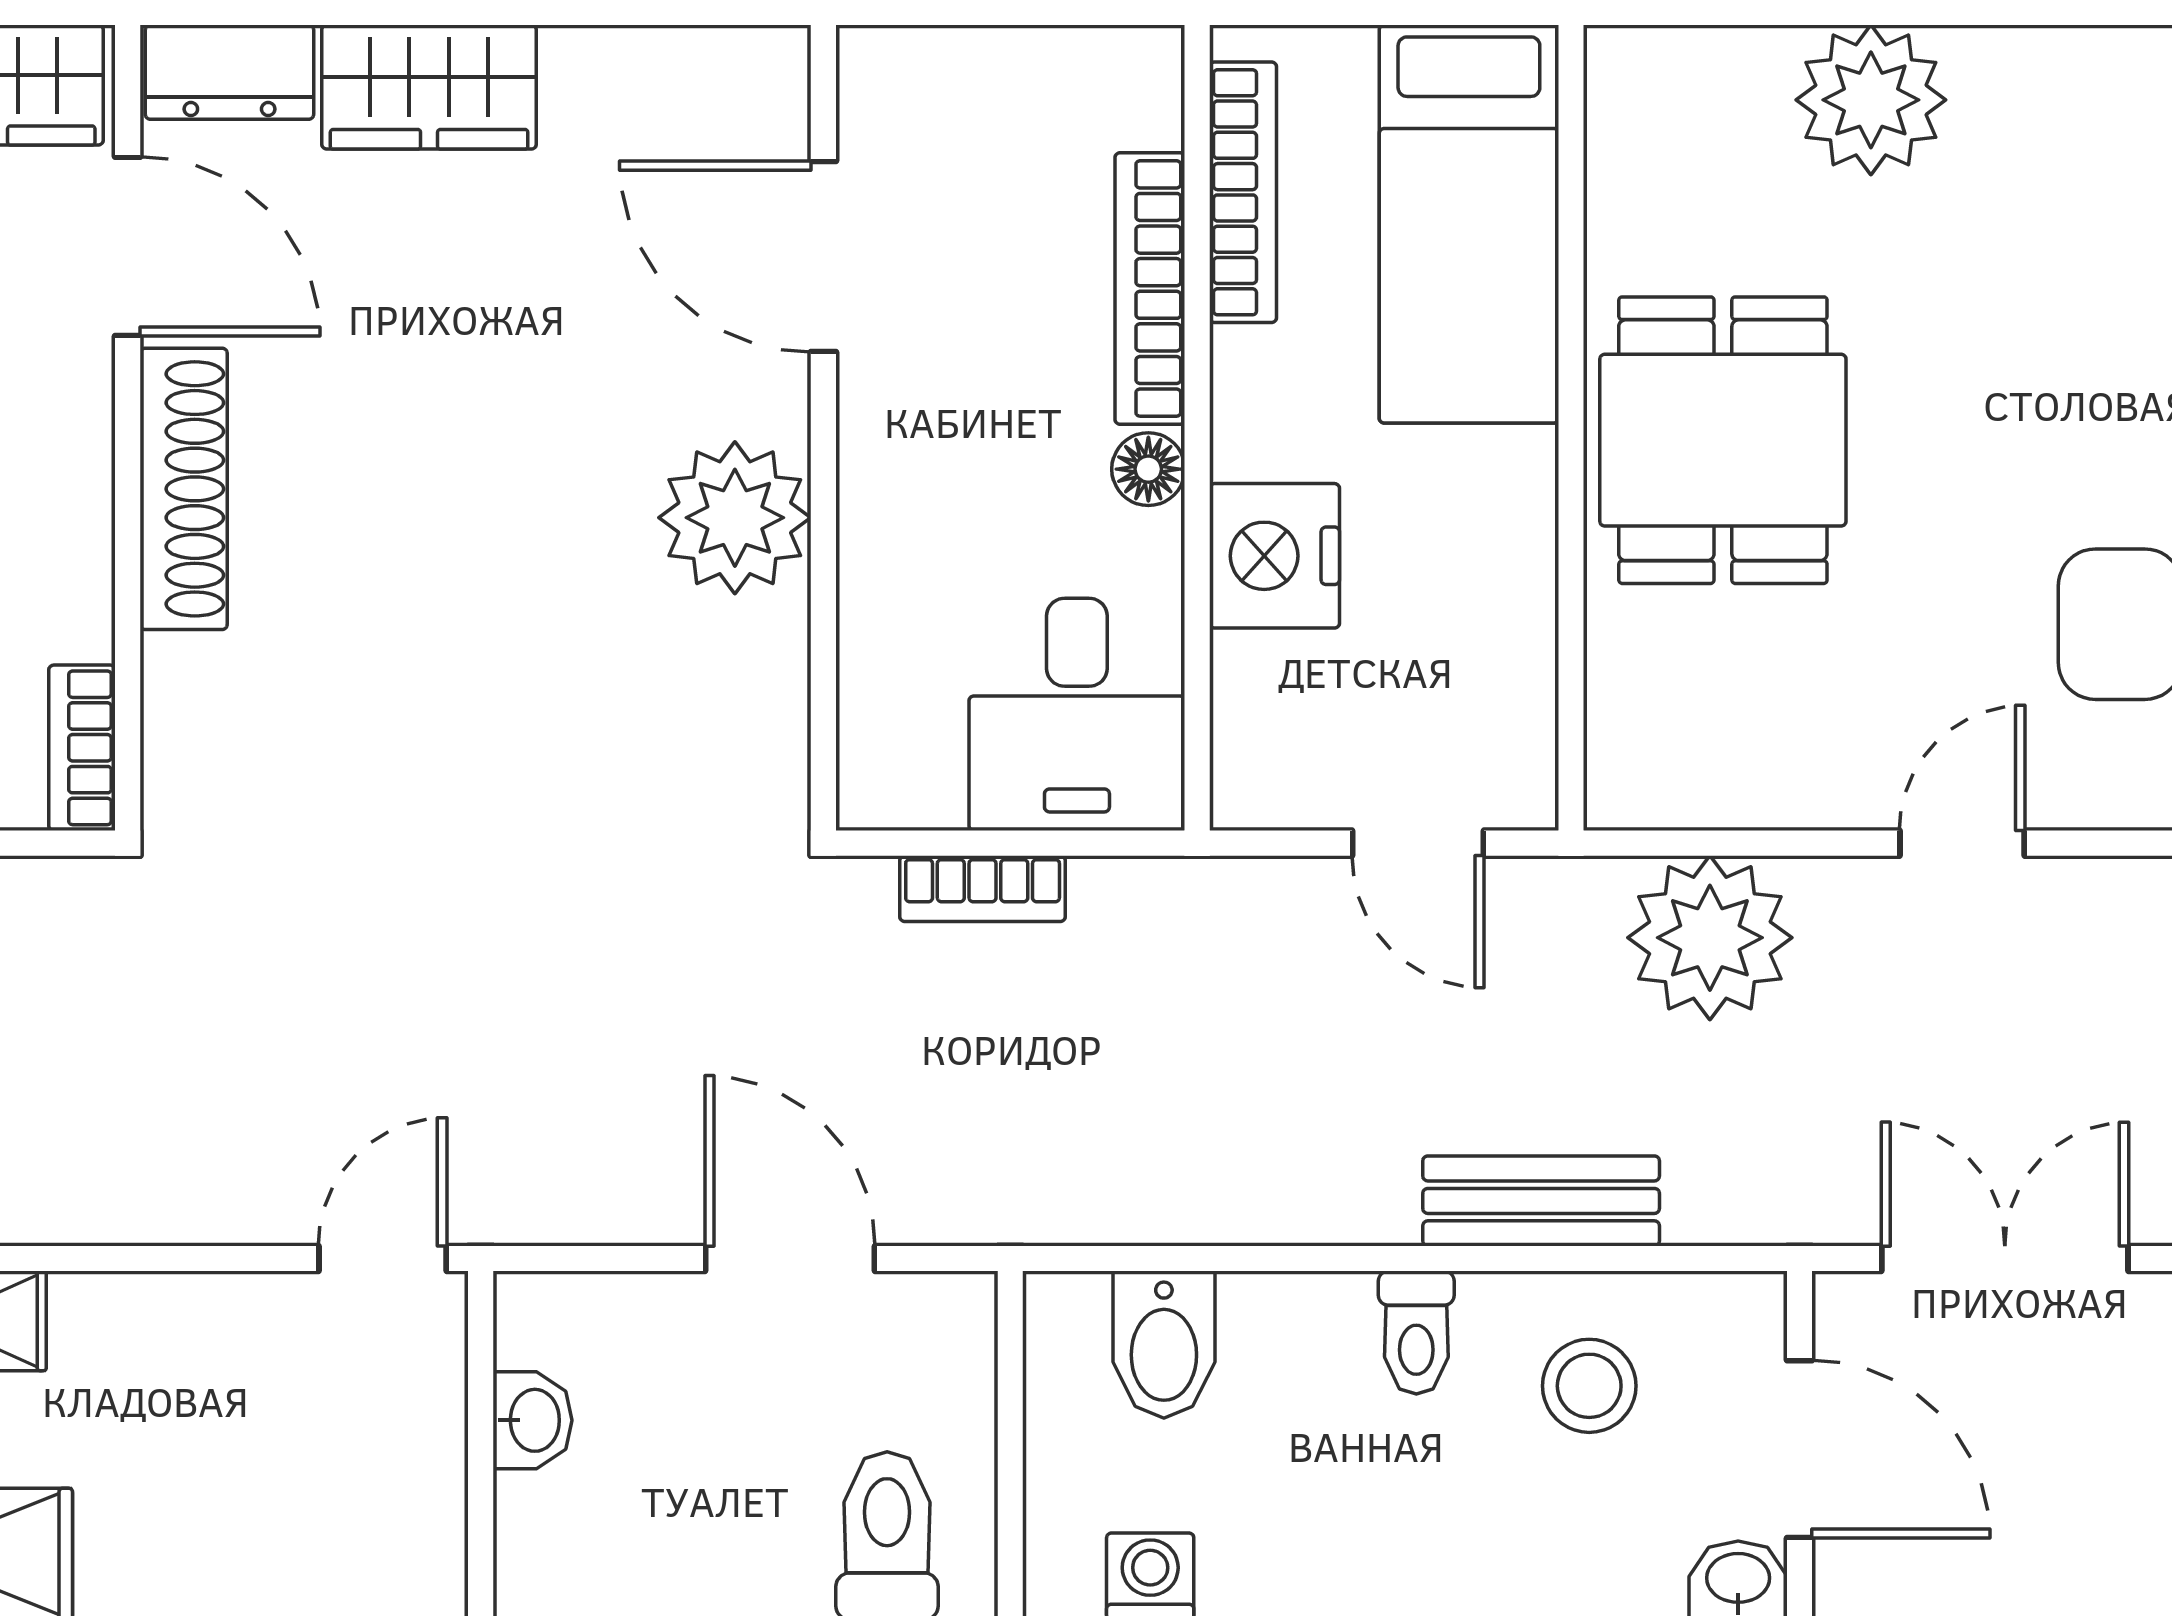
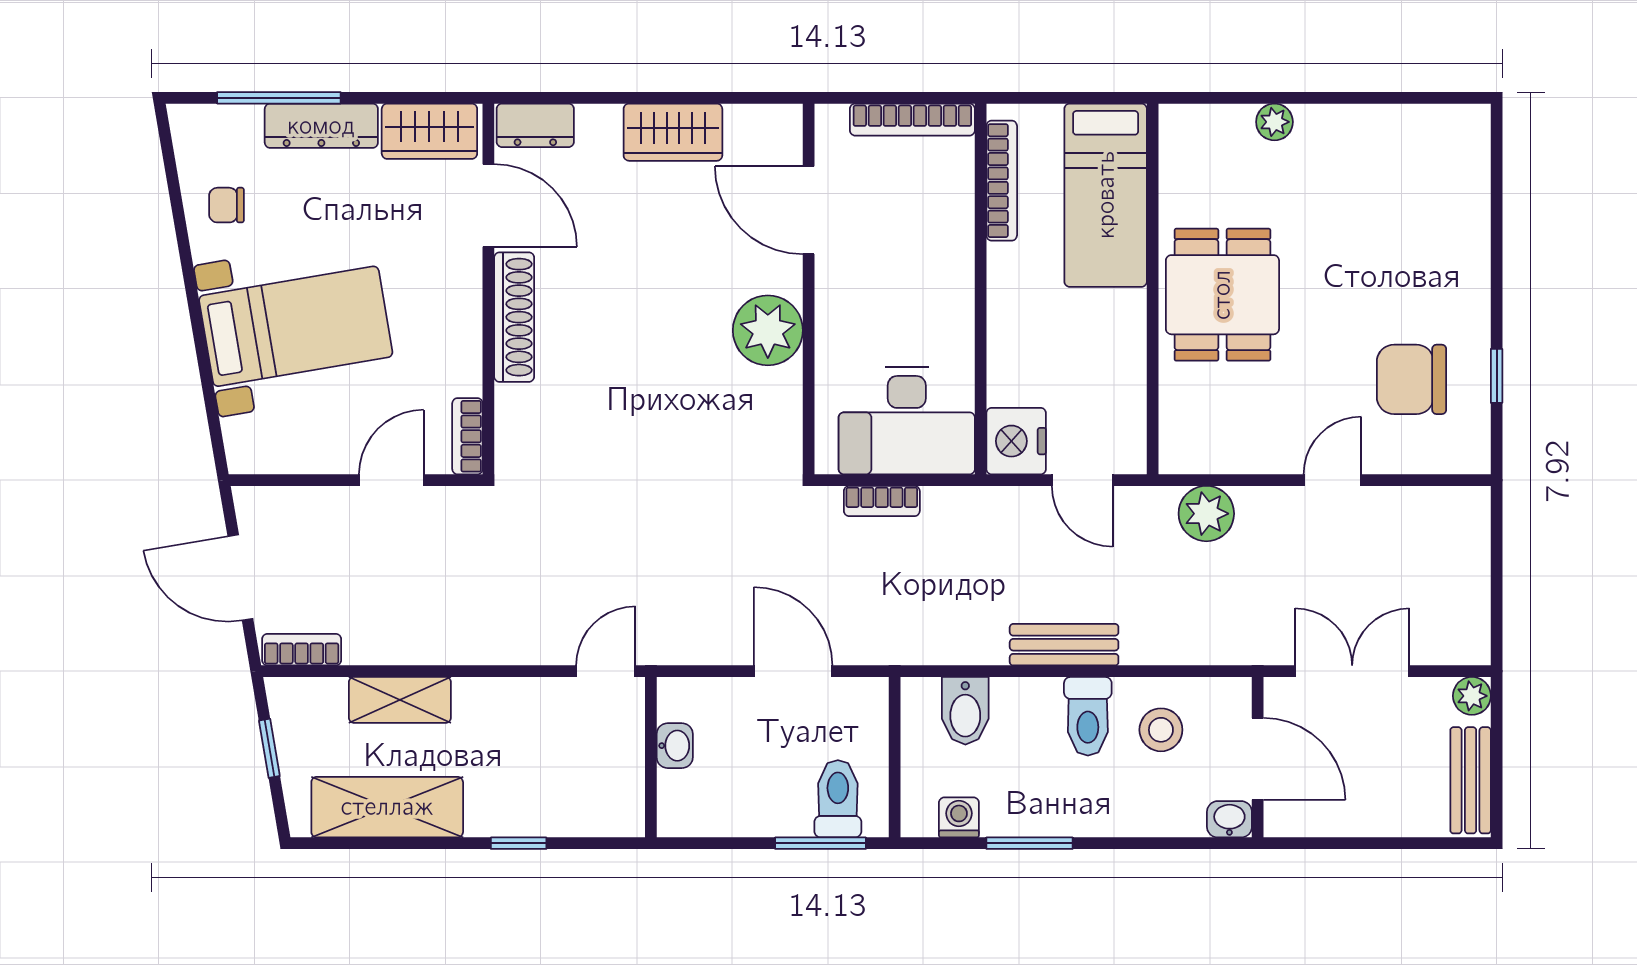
wardrobe: (429, 87) -> (673, 132), moved
plant: (1871, 100) -> (1274, 122), width x0.53, depth x0.53
bookcase: (1150, 288) -> (912, 120), moved, turned -90
floor lamp: (1148, 469) -> (958, 308), removed
nightstand: (1275, 556) -> (1016, 441), moved
desk: (1077, 714) -> (907, 421), width x1.37
plant: (1710, 938) -> (1206, 514), width x0.73, depth x0.73
bench: (1541, 1201) -> (1064, 645), moved
toilet: (1416, 1333) -> (1088, 716), width x1.37, depth x1.39

